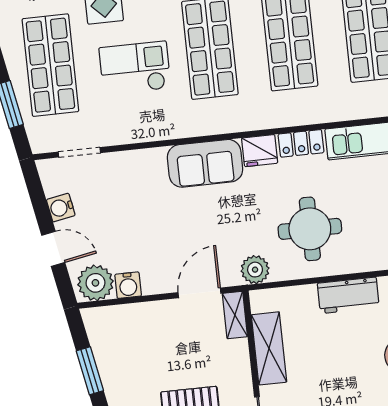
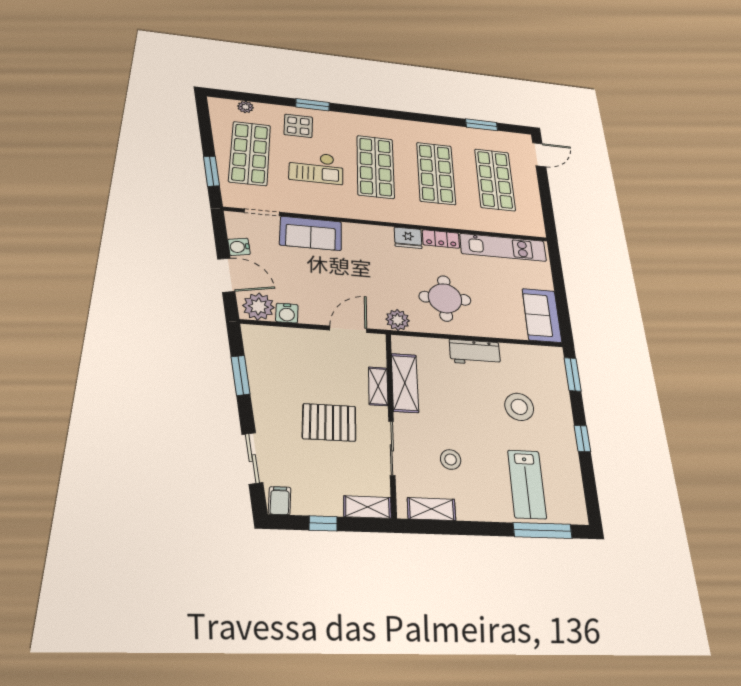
checkout: (135, 68) -> (316, 167), turned 180
sofa: (205, 163) -> (311, 233), moved
door: (53, 249) -> (226, 275), width x1.38
shelving: (235, 315) -> (378, 386), moved

